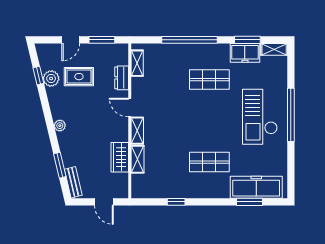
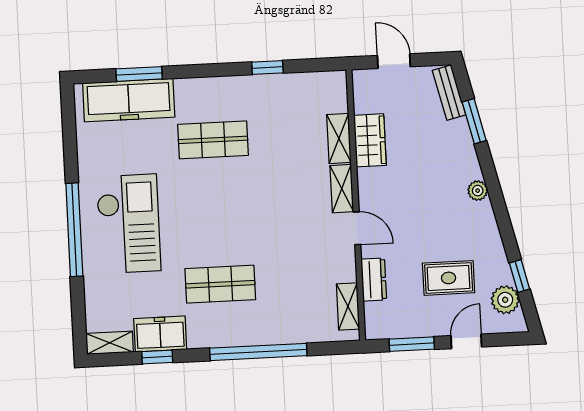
window: (247, 40) -> (157, 357), width x0.67
plant: (51, 79) -> (505, 300), moved

